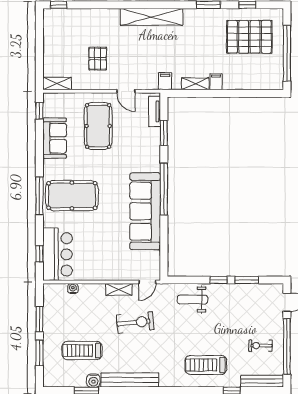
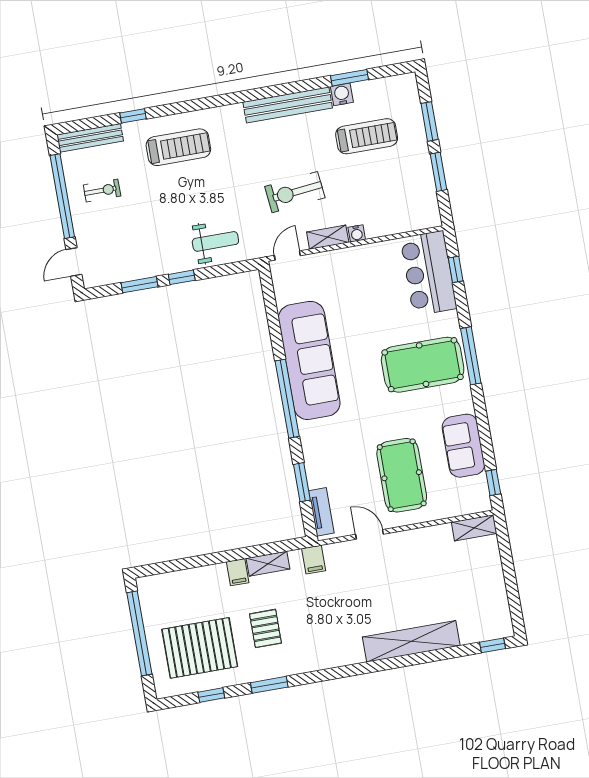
shelving: (152, 17) -> (411, 641), moved
pallet: (98, 59) -> (265, 628), moved
water cooler: (73, 288) -> (357, 233), moved

